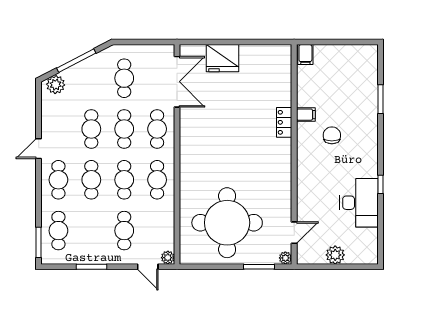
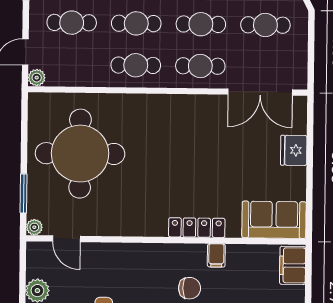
filing cabinet: (305, 55) -> (293, 265), width x2.00
fridge: (222, 58) -> (294, 150), width x0.73, depth x0.75
sofa: (277, 70) -> (274, 220), added
locker: (284, 122) -> (197, 228), width x1.53

